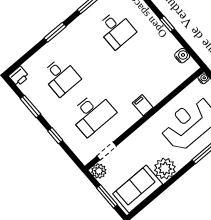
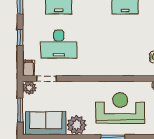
filing cabinet: (143, 105) -> (29, 68), moved

